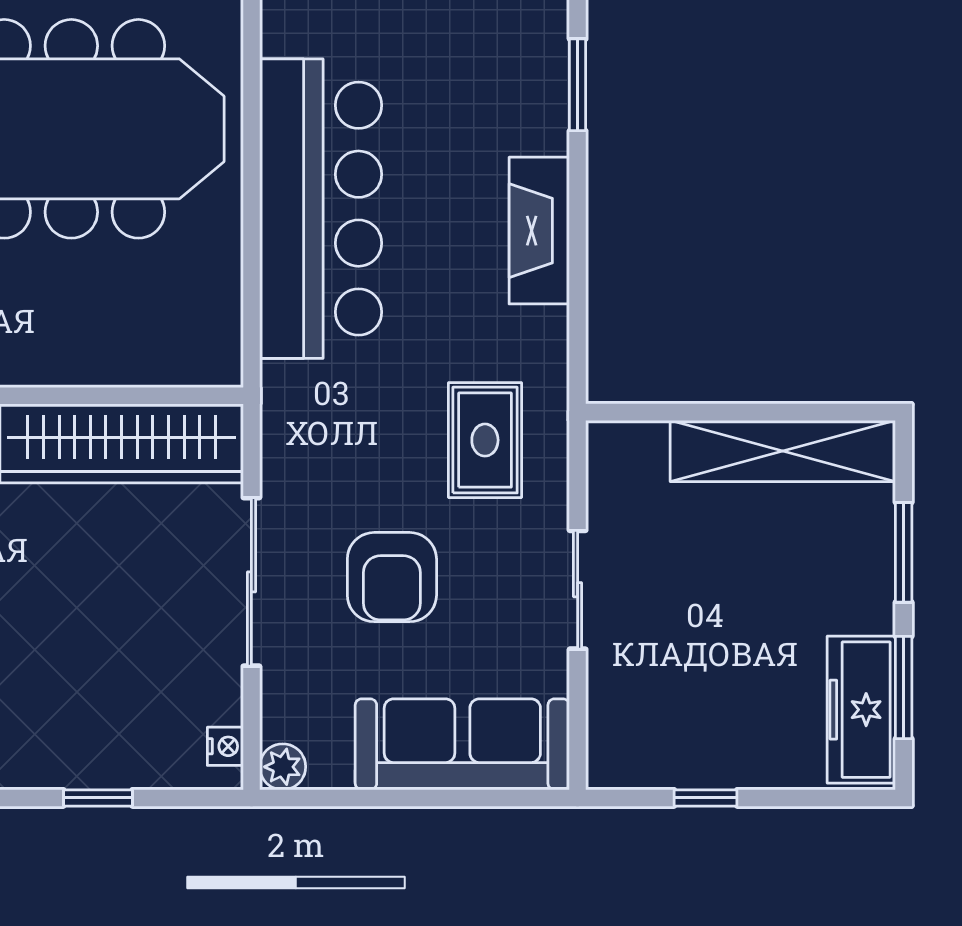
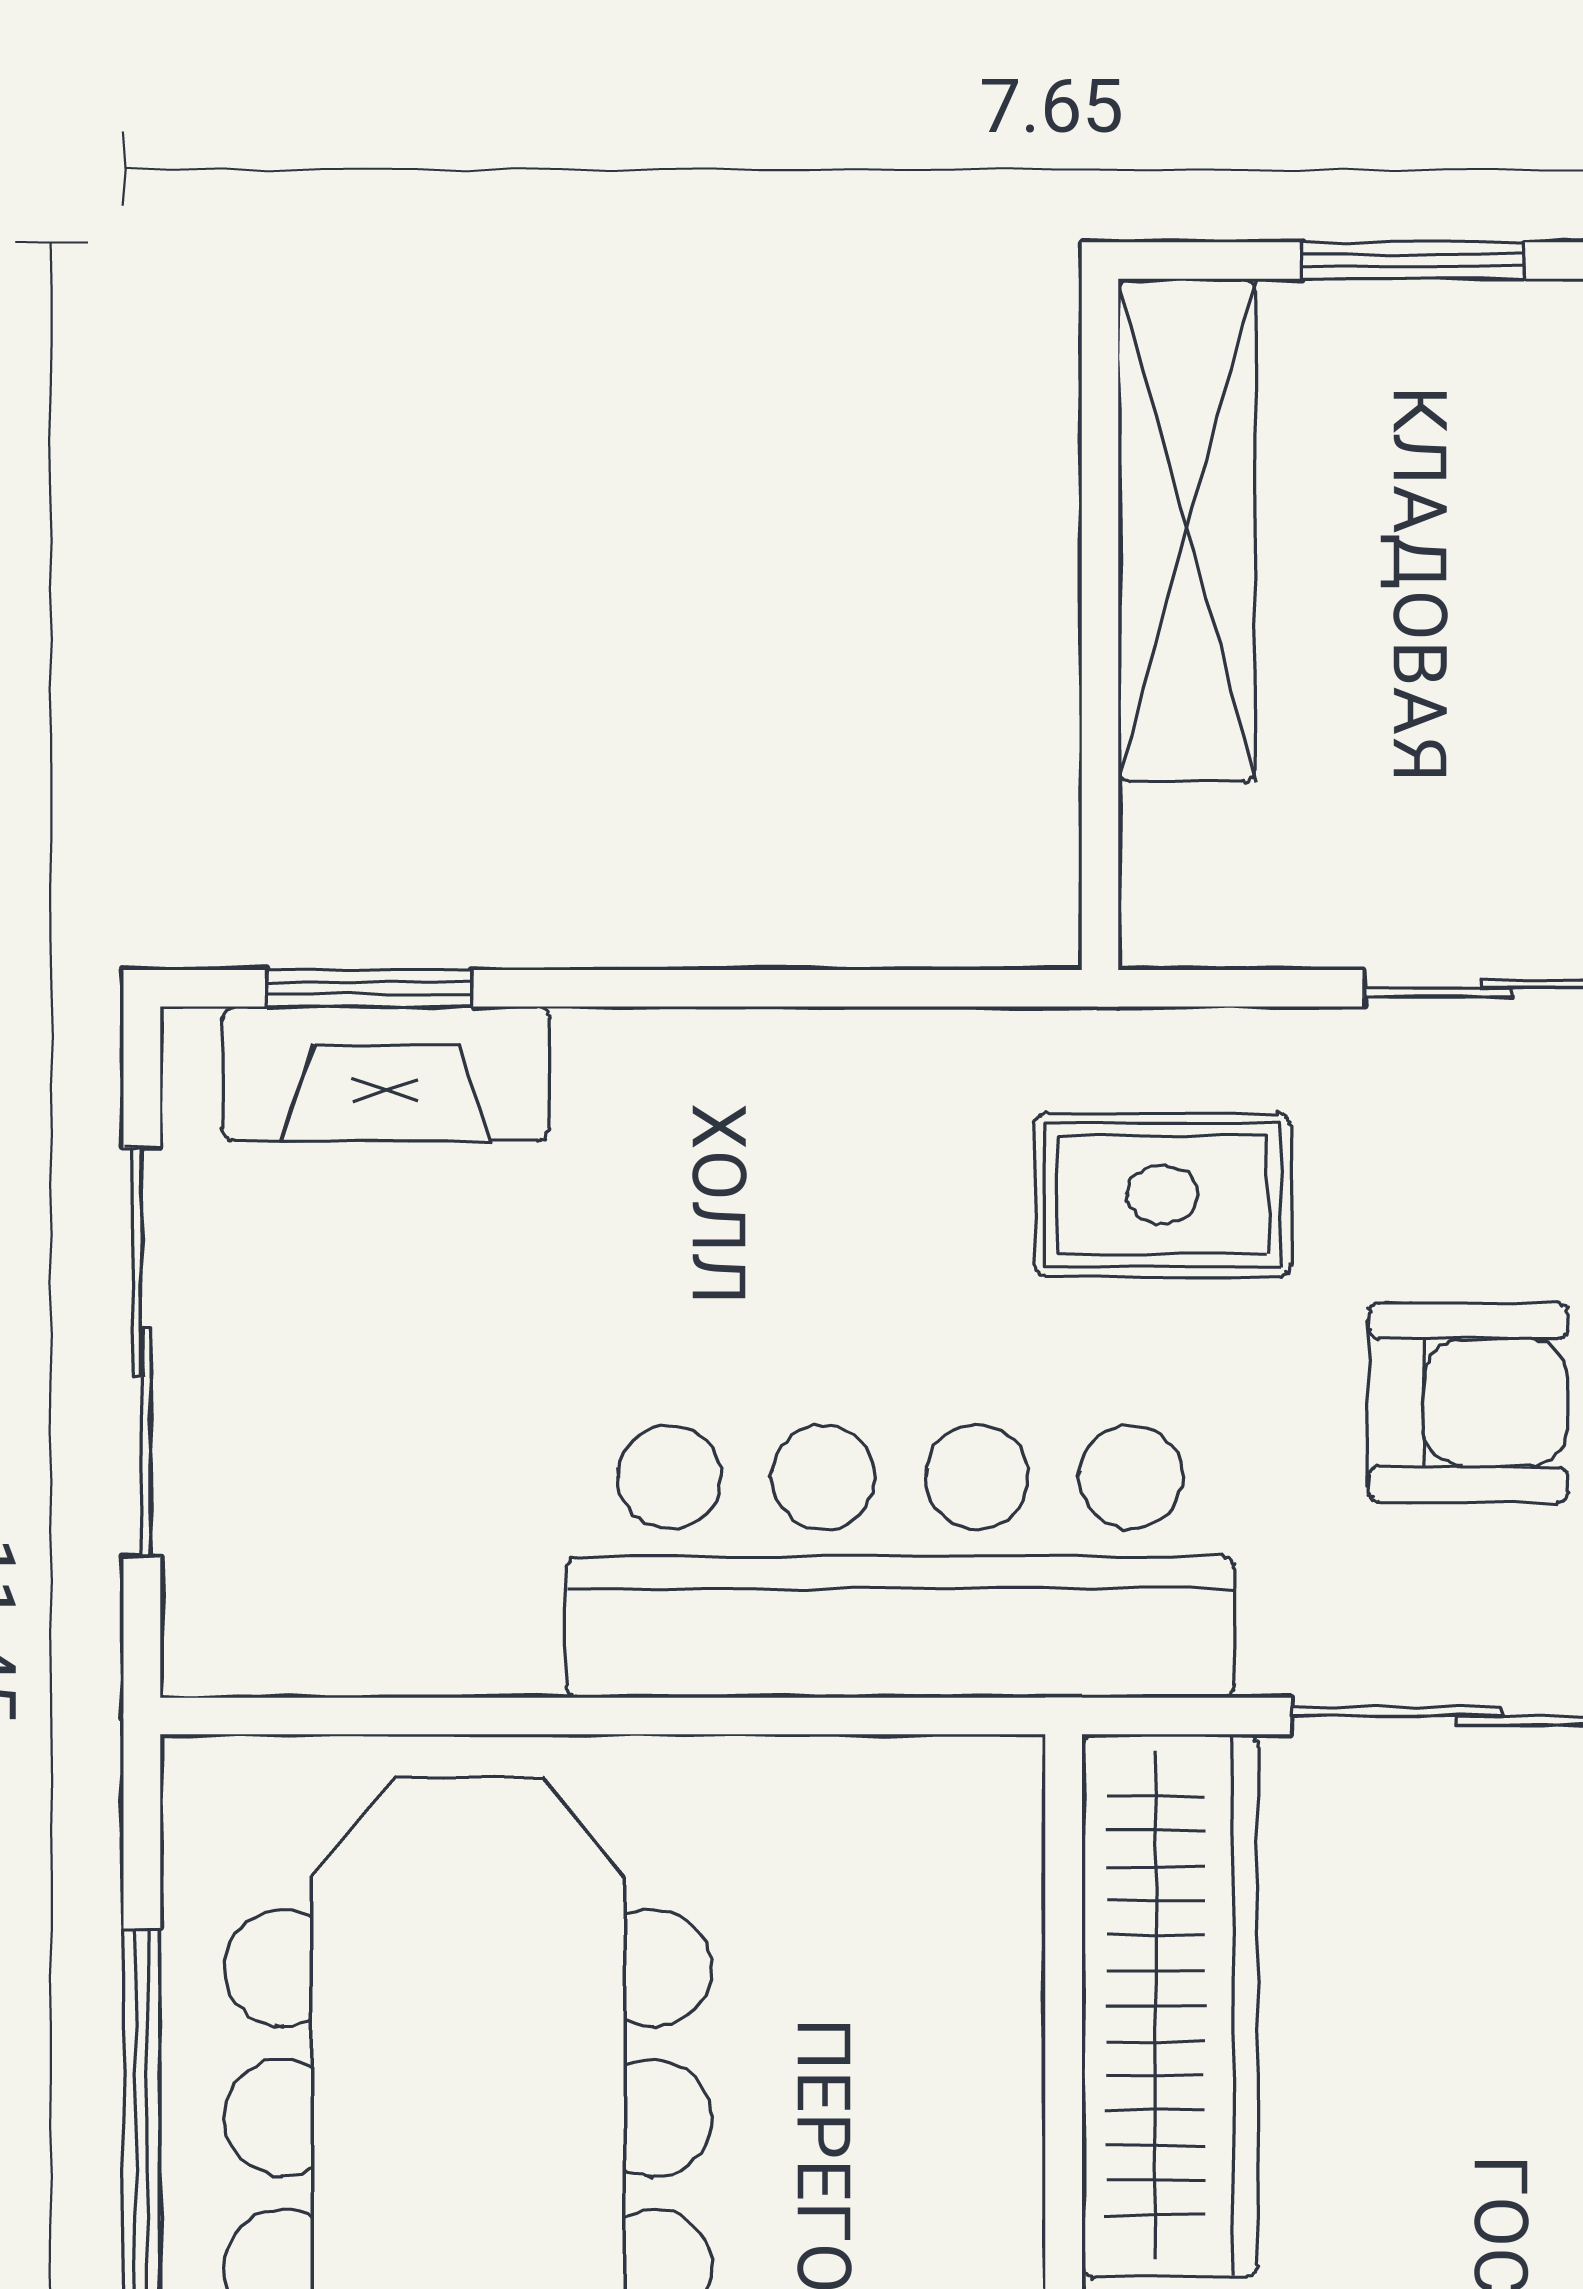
bar counter: (321, 209) -> (900, 1562), moved
fireplace: (539, 231) -> (386, 1074), moved

